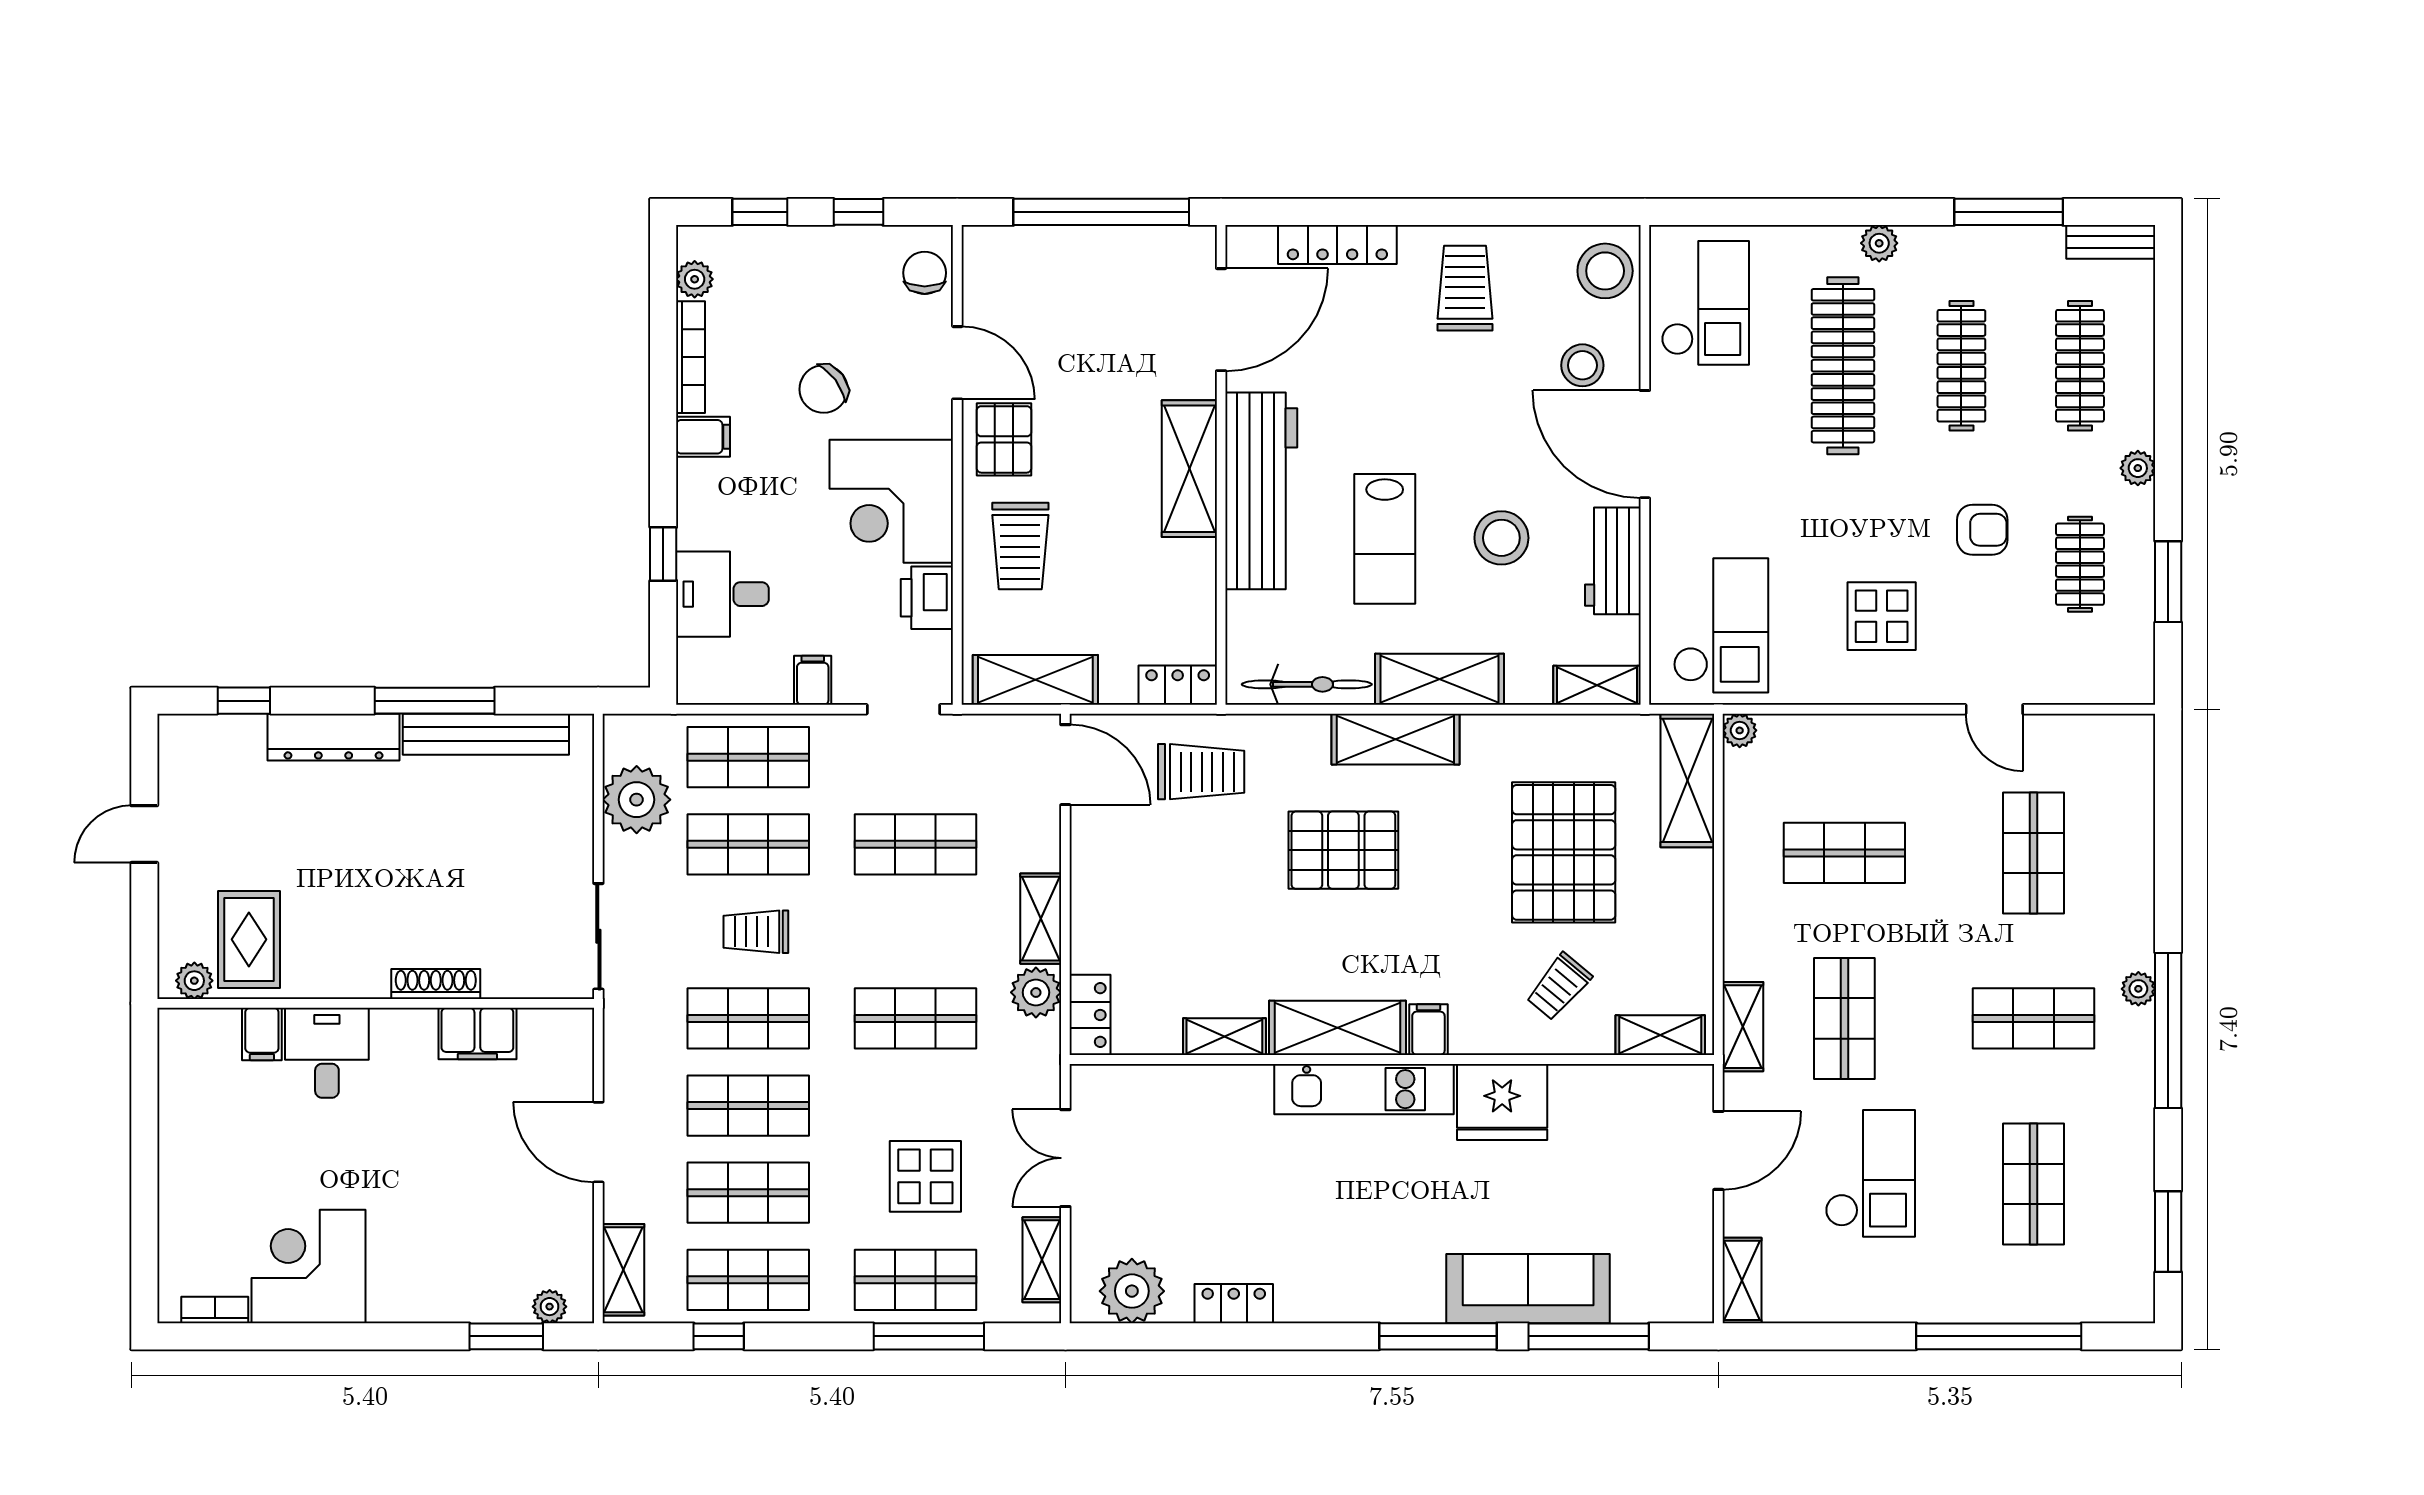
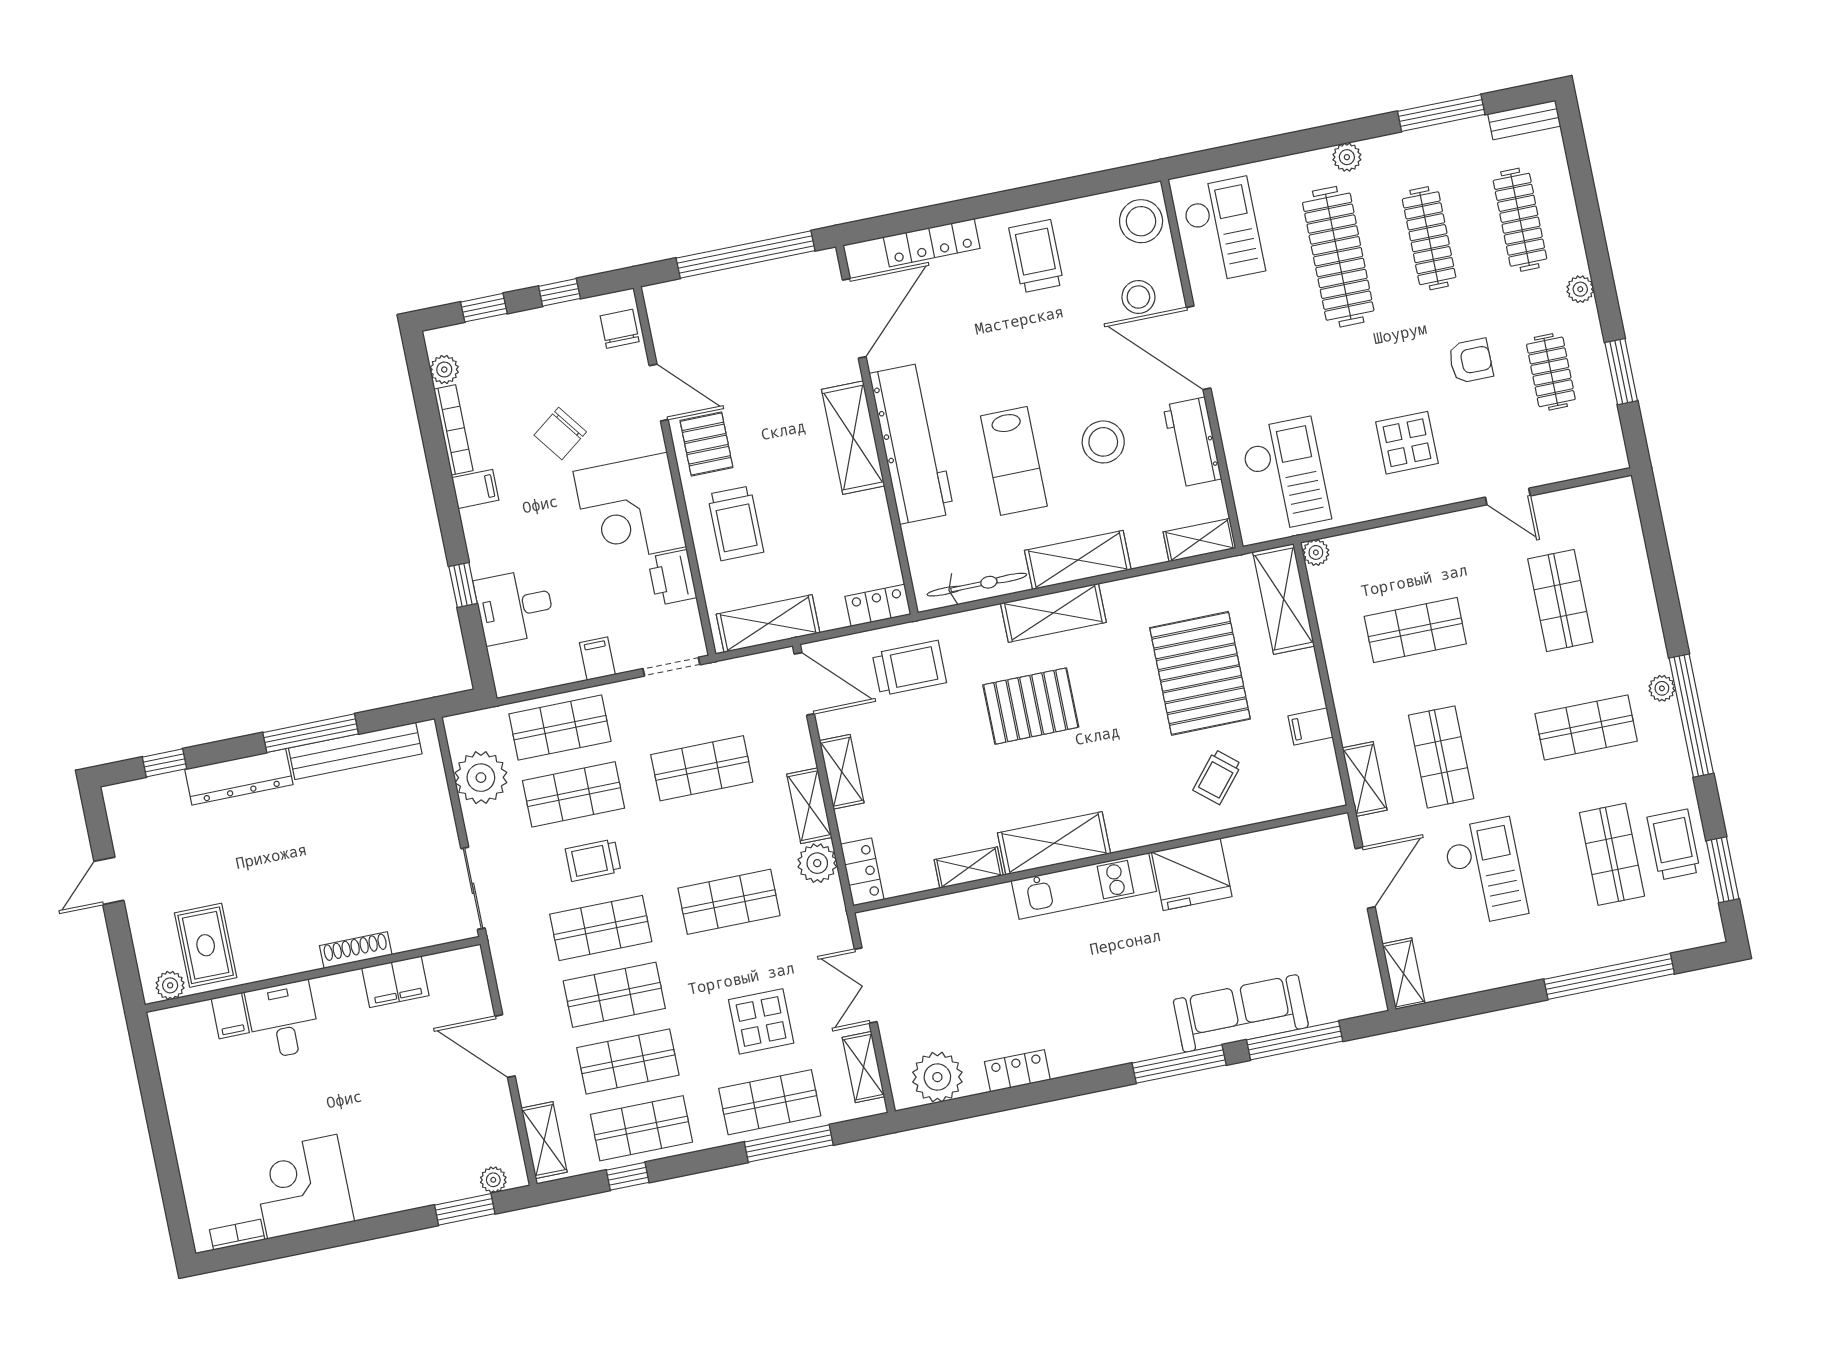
filing cabinet: (1428, 1030) -> (1310, 726), moved, turned -90
shelving: (1660, 1035) -> (842, 772), moved, turned 90
trolley: (2113, 1187) -> (1674, 845), added

